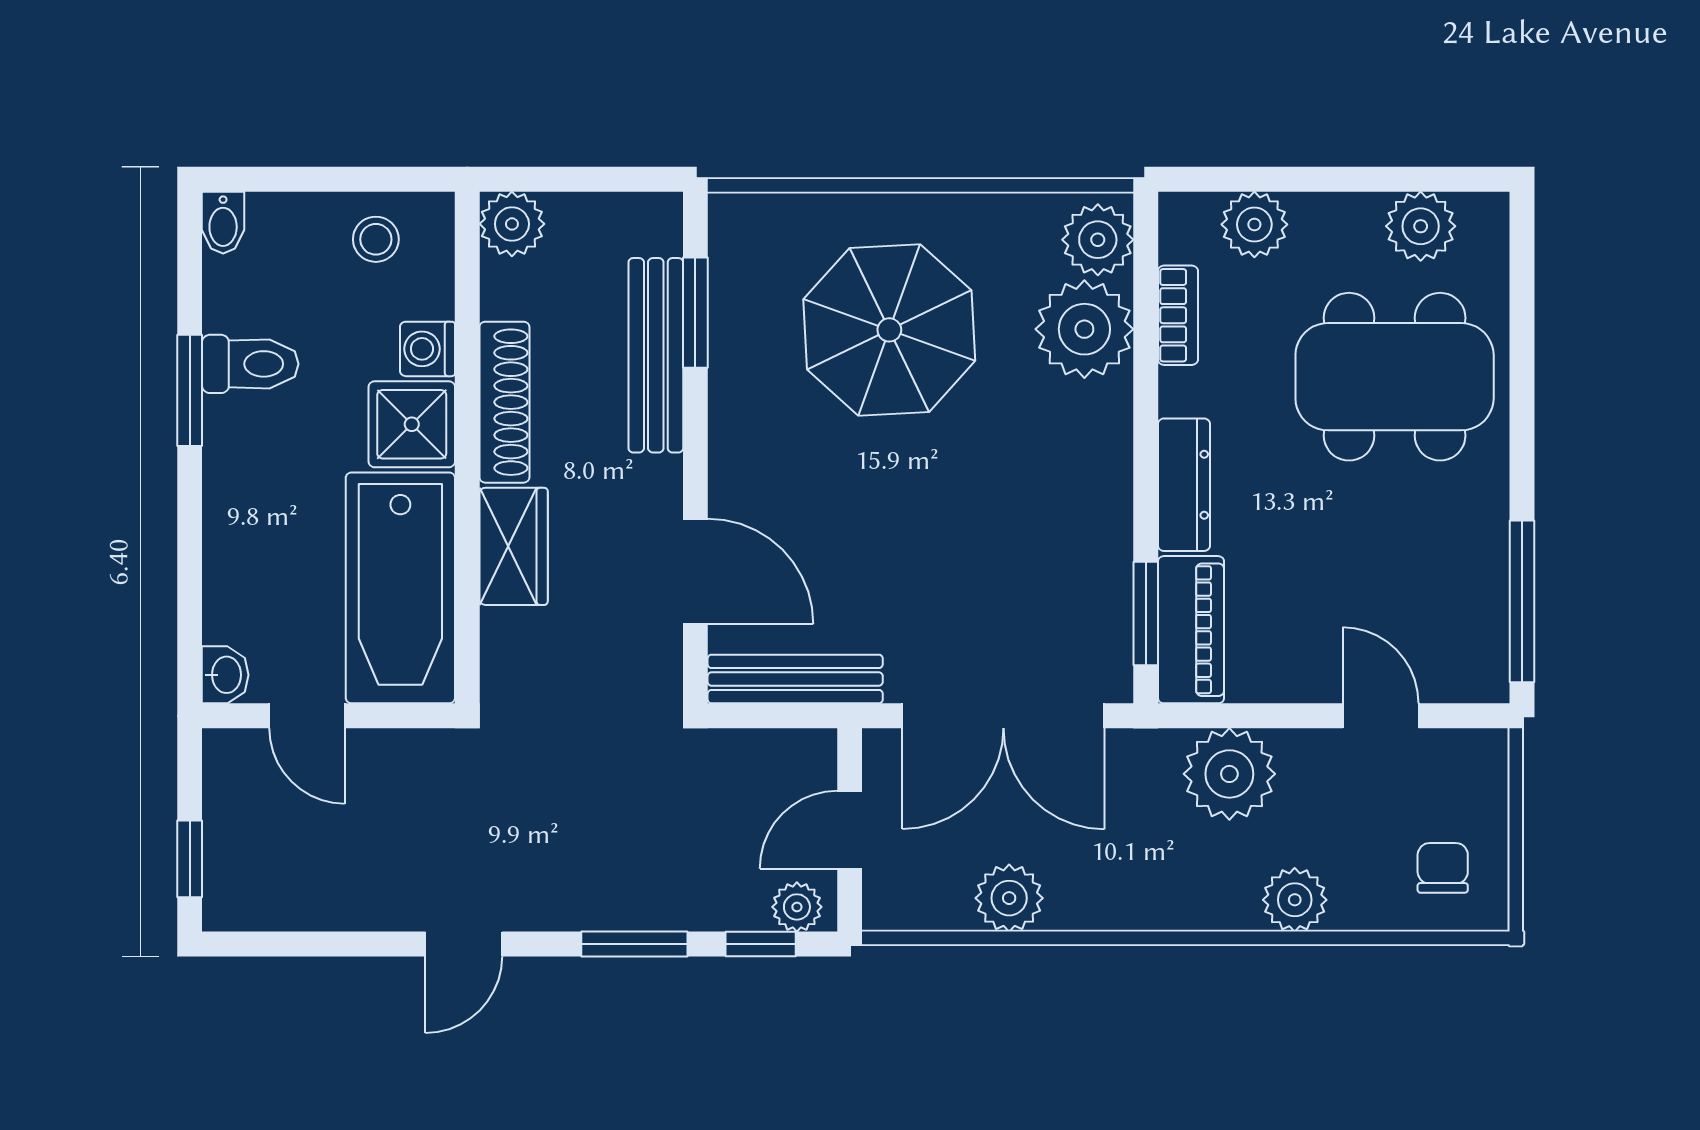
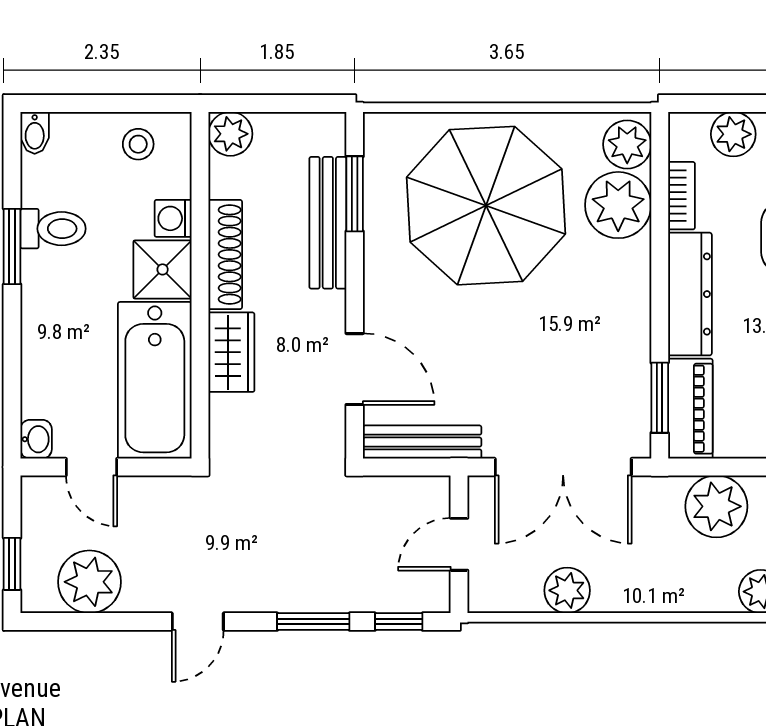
parasol: (889, 330) -> (486, 206), width x1.36, depth x1.36
dresser: (1184, 485) -> (690, 294), width x1.37, depth x1.24
plant: (797, 907) -> (89, 582), moved, width x1.87, depth x1.87

